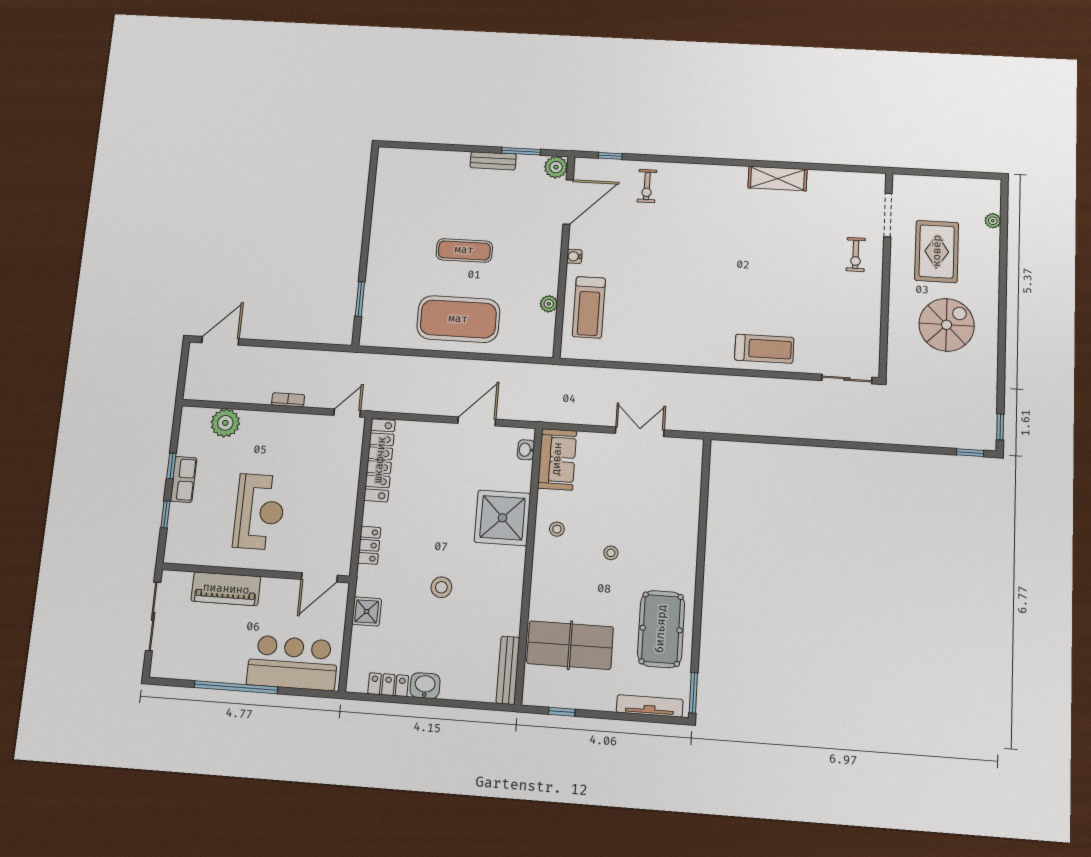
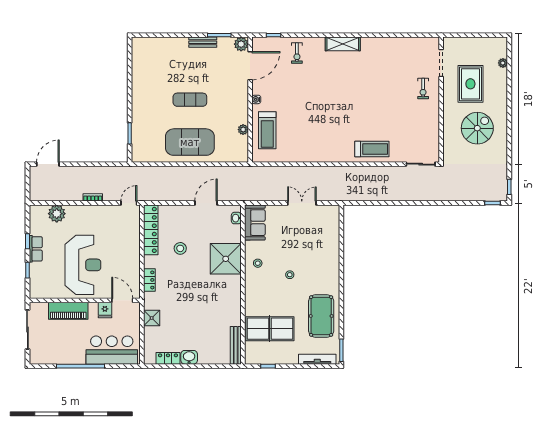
shelving: (778, 179) -> (343, 44), moved
reception desk: (259, 512) -> (83, 265), width x1.36, depth x1.30
door: (319, 577) -> (122, 300), swing flipped
stool: (441, 587) -> (180, 248), moved
fridge: (288, 592) -> (105, 310), added

